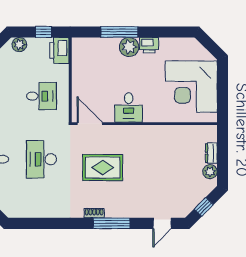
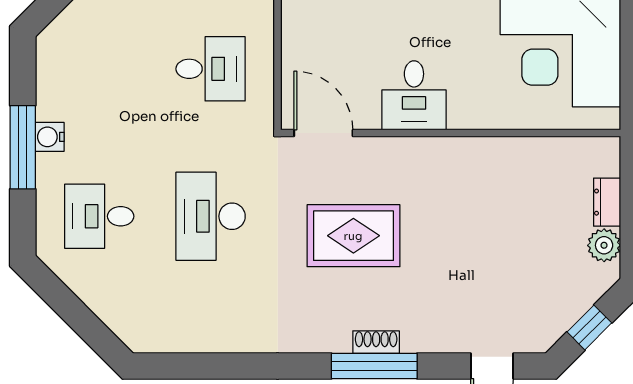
shoe rack: (94, 213) -> (376, 342), moved

